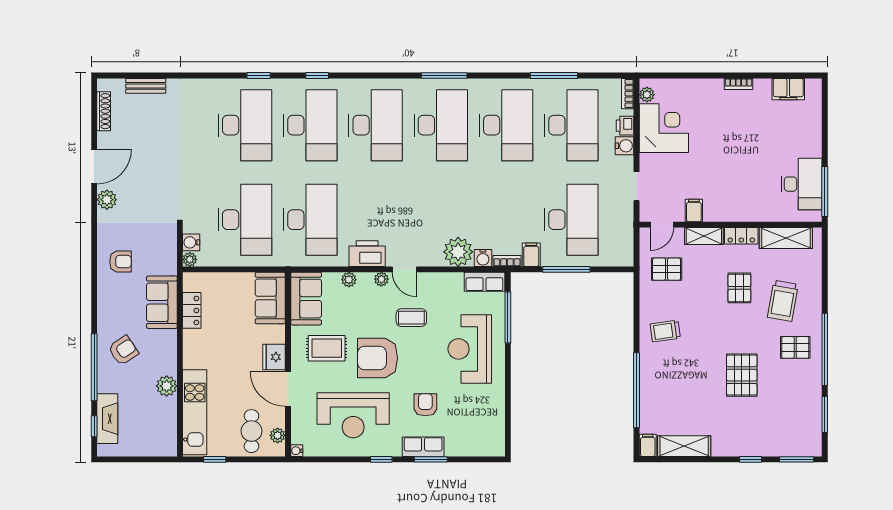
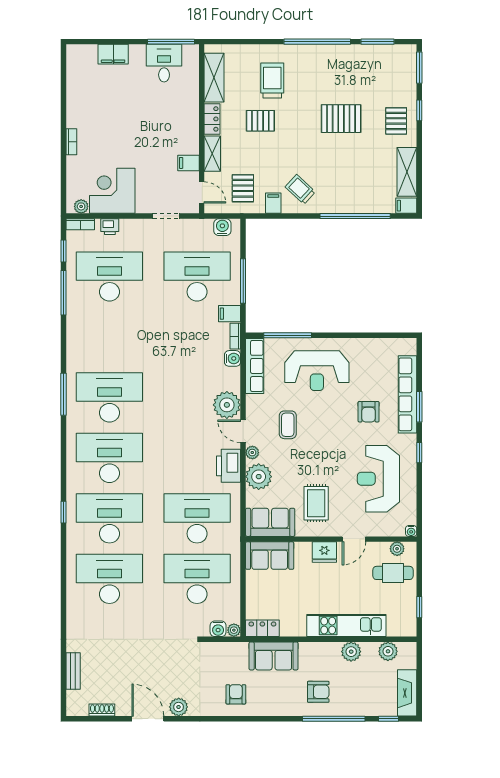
window: (259, 76) -> (63, 251), moved
bookcase: (738, 84) -> (71, 142), moved
filing cabinet: (788, 89) -> (113, 54), moved, turned 90
shoe rack: (104, 111) -> (102, 710), width x0.70
desk: (506, 125) -> (109, 337), removed
water cooler: (625, 146) -> (222, 227), moved
desk: (802, 184) -> (164, 63), width x0.73
plant: (458, 252) -> (227, 405), moved
door: (404, 269) -> (243, 431), swing flipped
plant: (349, 280) -> (259, 477), width x1.87, depth x1.87
row of seats: (484, 282) -> (255, 366), width x1.48
trolley: (783, 301) -> (272, 80), turned -100
filing cabinet: (650, 302) -> (273, 203), added
locker: (192, 310) -> (262, 628), moved
trolley: (665, 331) -> (300, 189), turned 141
pallet: (795, 347) -> (396, 121), moved
armchair: (123, 350) -> (318, 692), turned 124
armchair: (378, 358) -> (325, 456), removed
door: (288, 389) -> (354, 539), width x0.73
armchair: (425, 405) -> (369, 412), turned -90
kitchen unit: (195, 412) -> (346, 626), moved
reception desk: (353, 415) -> (378, 479), turned 180
fireplace: (107, 419) -> (407, 693), moved, turned -90
plant: (167, 426) -> (388, 651), added
row of seats: (423, 447) -> (407, 394), width x2.02

